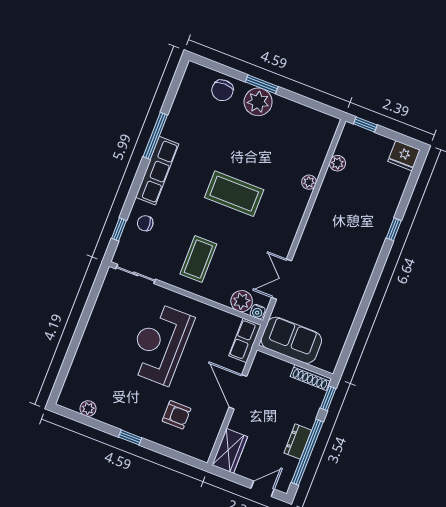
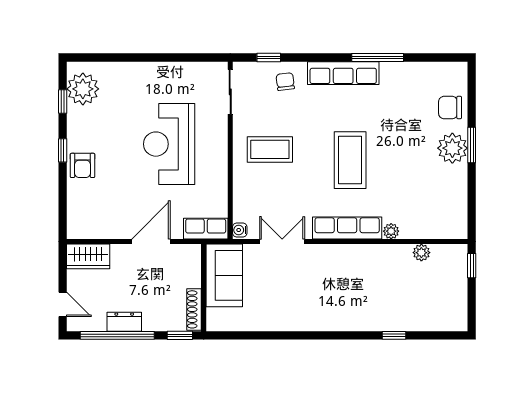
fridge: (404, 156) -> (455, 317), removed
row of seats: (292, 219) -> (347, 228), added
window: (394, 229) -> (394, 335), moved
plant: (242, 301) -> (244, 210), removed
reception desk: (160, 344) -> (169, 144), turned -90
plant: (88, 409) -> (83, 89), width x1.87, depth x1.87
armchair: (177, 415) -> (83, 165), moved
window: (88, 421) -> (63, 101), added

